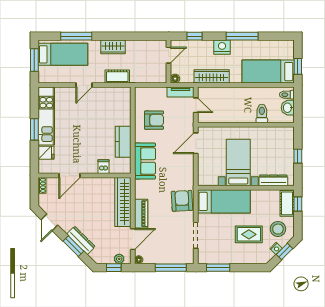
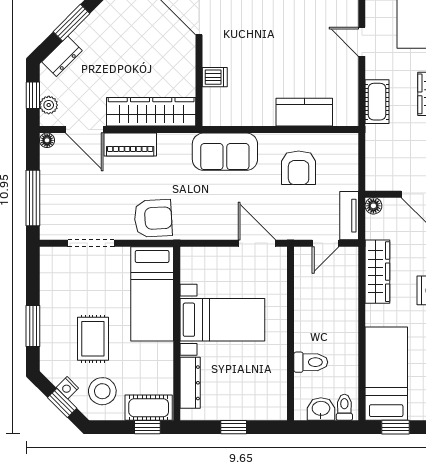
kitchen counter: (123, 142) -> (304, 112), moved
dresser: (81, 240) -> (62, 56), moved, width x0.70
window: (218, 268) -> (33, 326), moved

